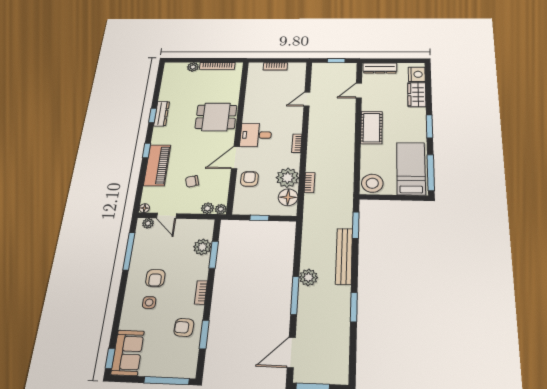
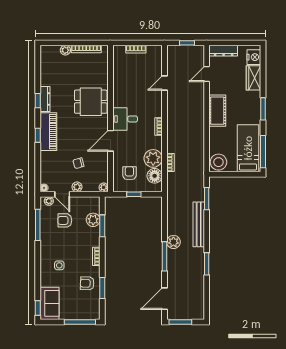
piano: (157, 165) -> (48, 132), moved
armchair: (249, 179) -> (129, 173), moved
plant: (207, 208) -> (77, 187), moved
armchair: (155, 278) -> (65, 220), moved, turned 90

